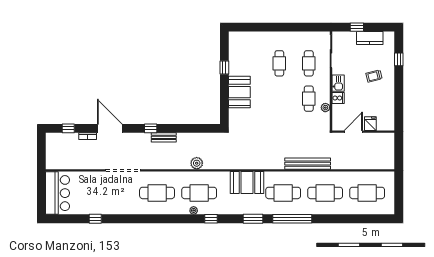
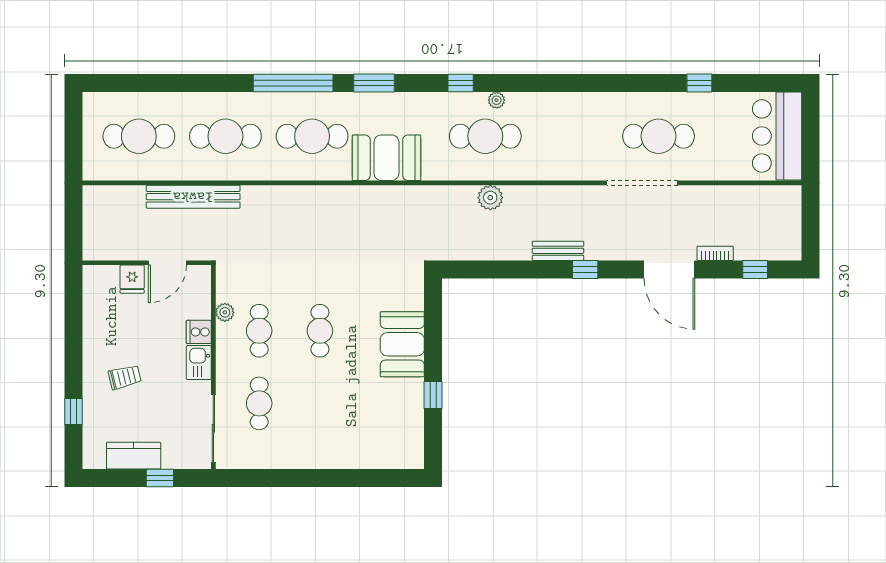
cafe table: (279, 63) -> (320, 331), moved
bench: (308, 164) -> (193, 197), moved
cafe table: (157, 193) -> (659, 136), moved

